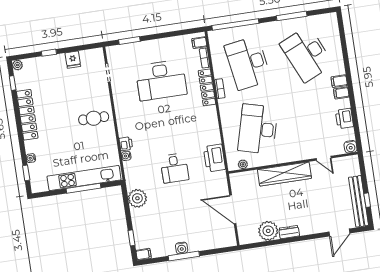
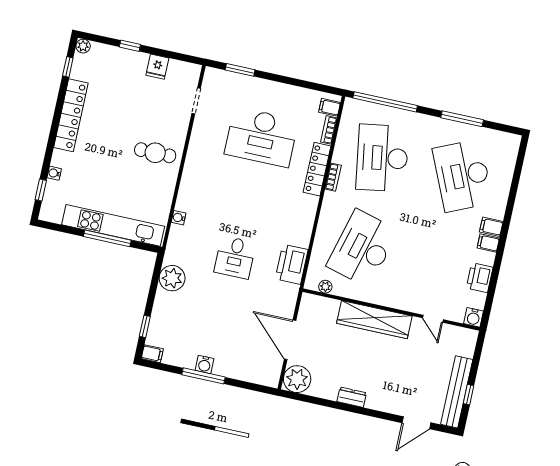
printer: (126, 144) -> (184, 202), removed
plant: (268, 231) -> (297, 379), moved

